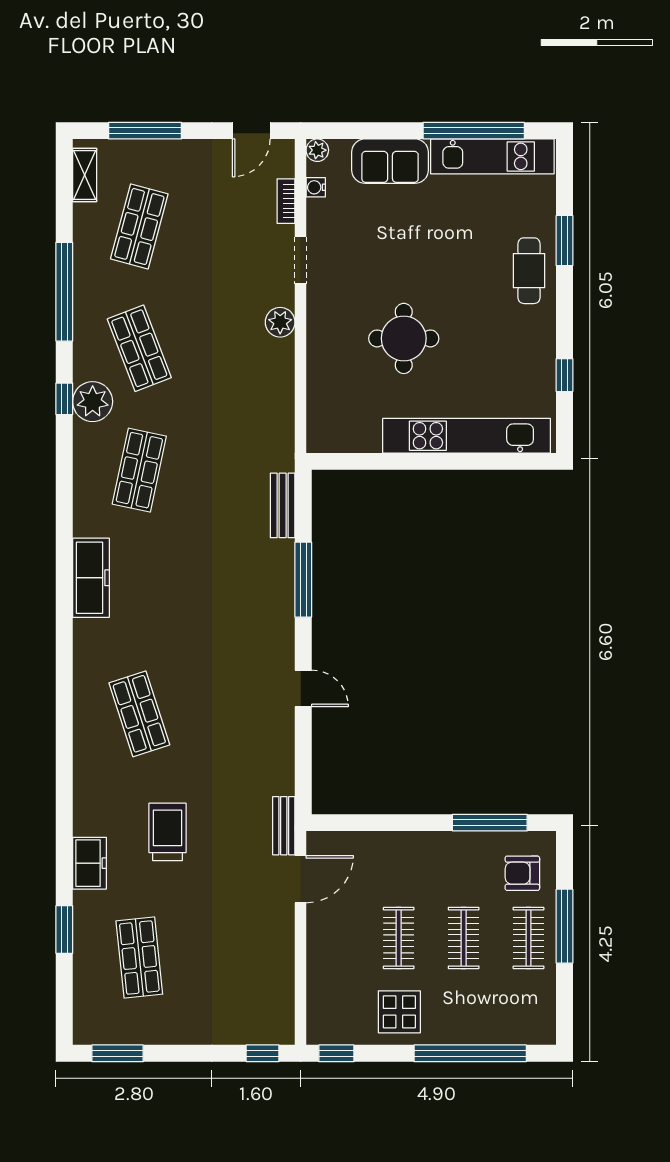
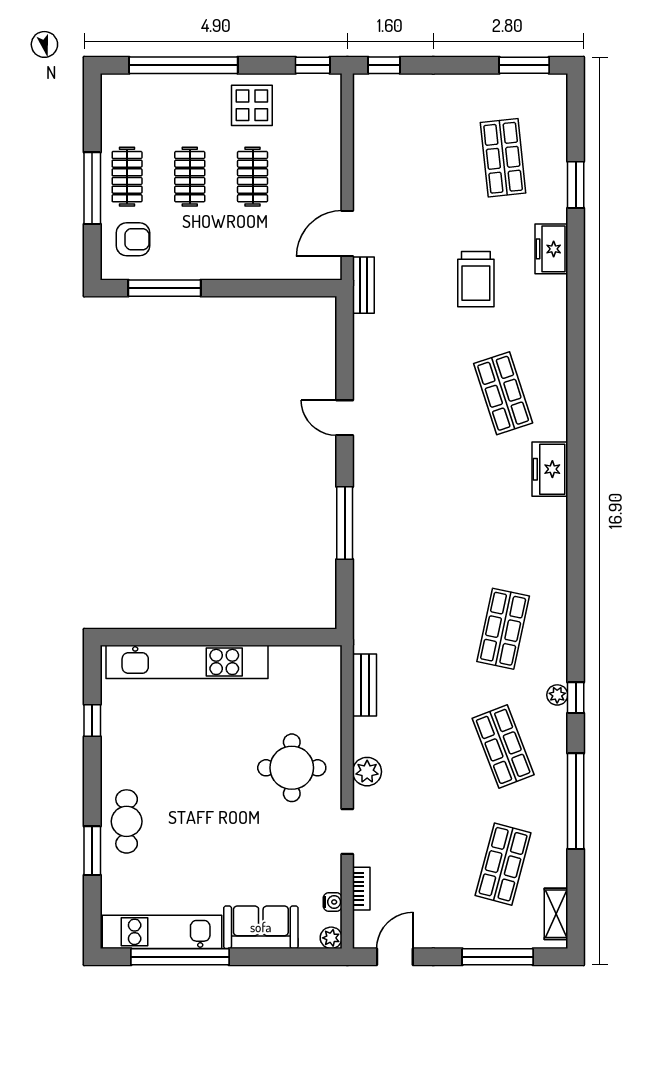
round table: (404, 338) -> (292, 768), moved
plant: (93, 402) -> (557, 695), width x0.53, depth x0.53
bench: (283, 505) -> (365, 685), moved
freezer: (91, 578) -> (550, 469), moved, width x0.71

